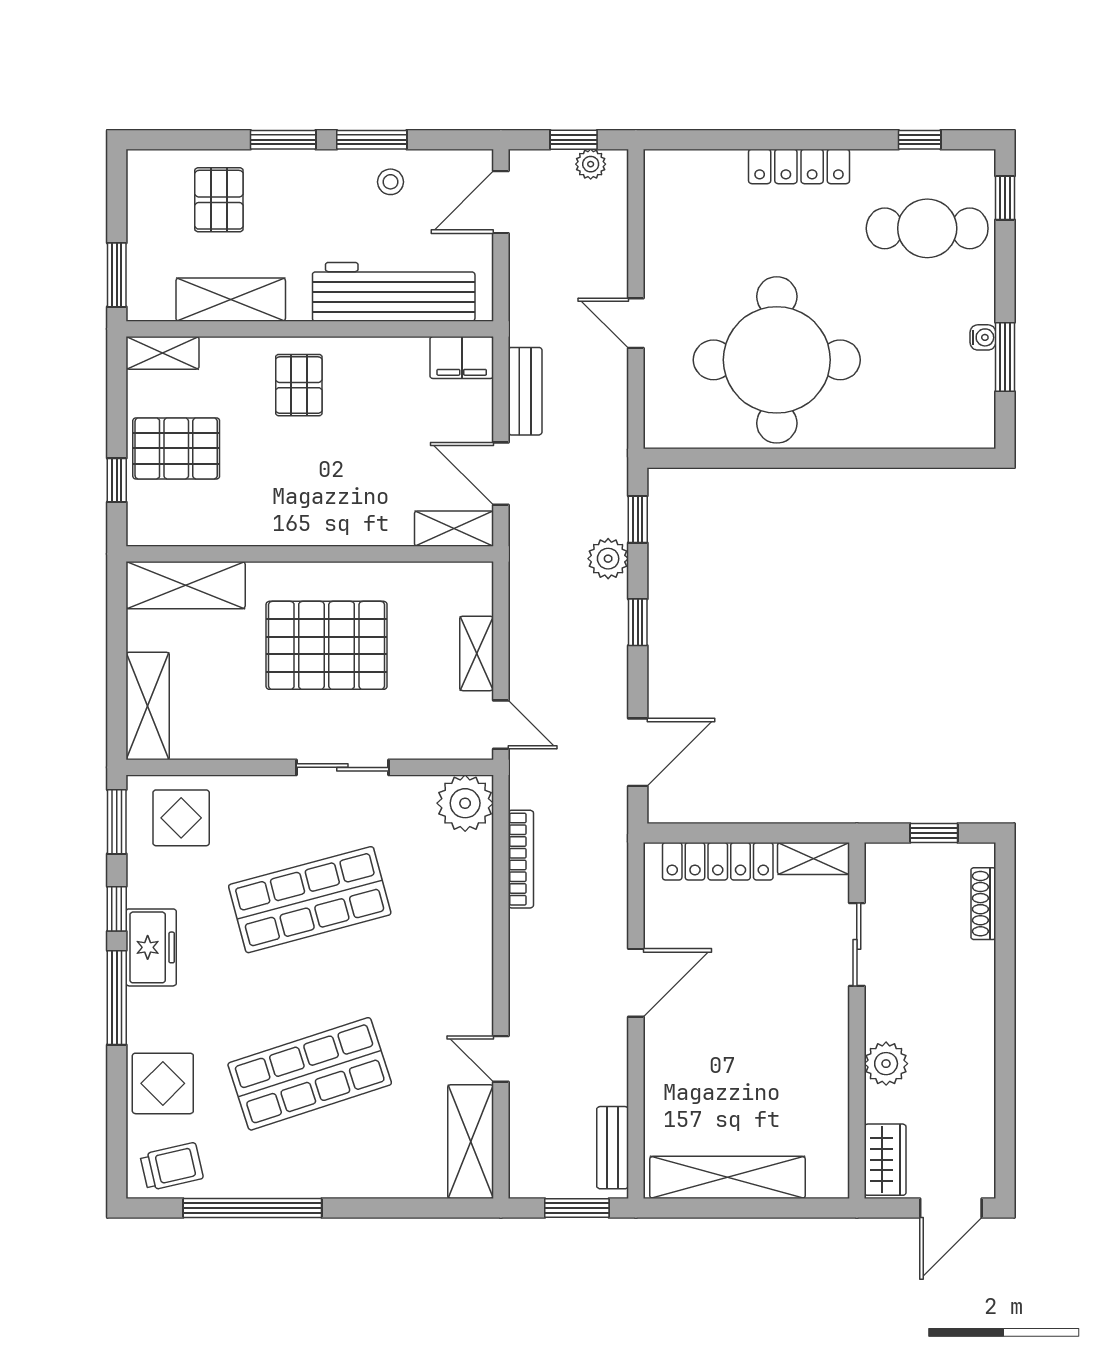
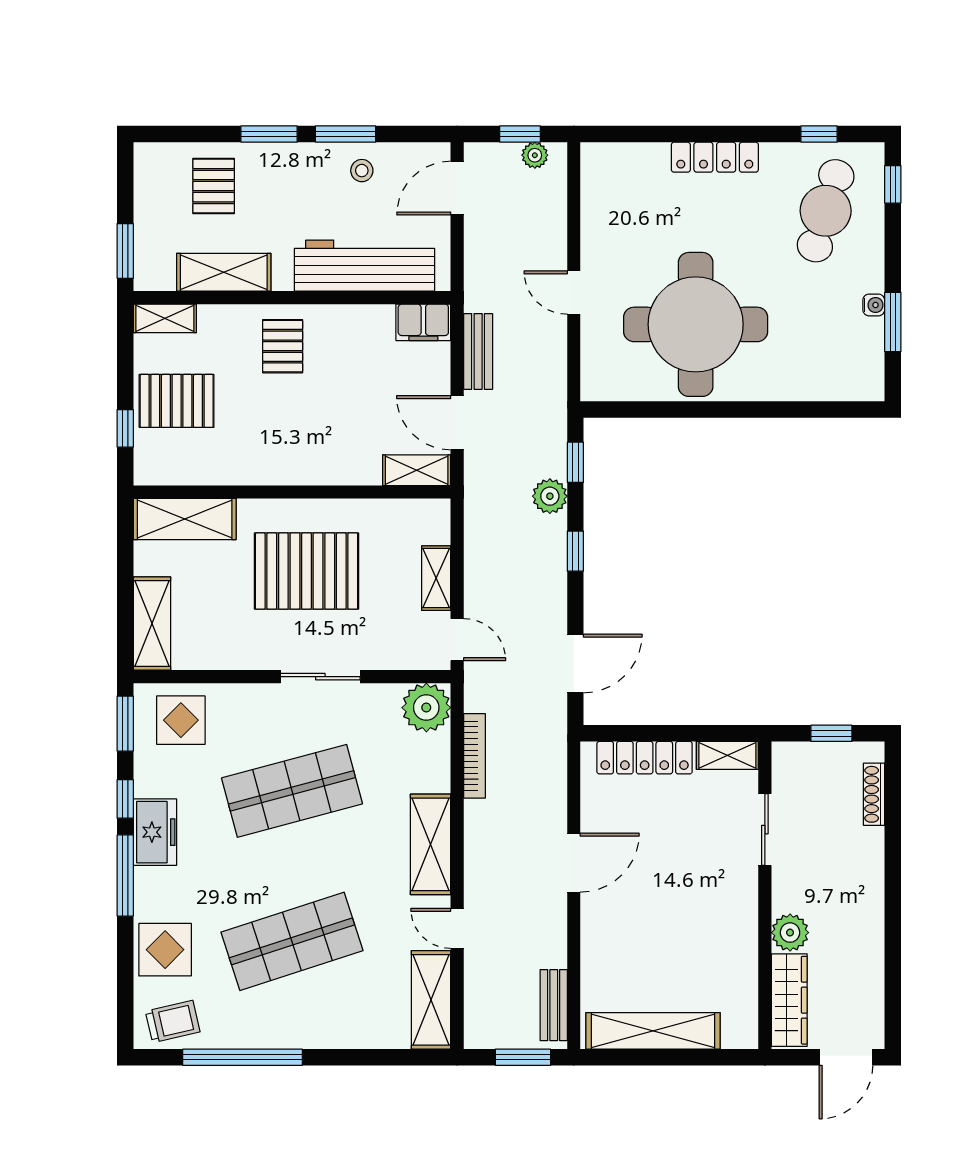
cafe table: (927, 228) -> (826, 211), turned -73
shelving: (470, 962) -> (431, 844), added
wardrobe: (885, 1160) -> (789, 1000), width x1.50

